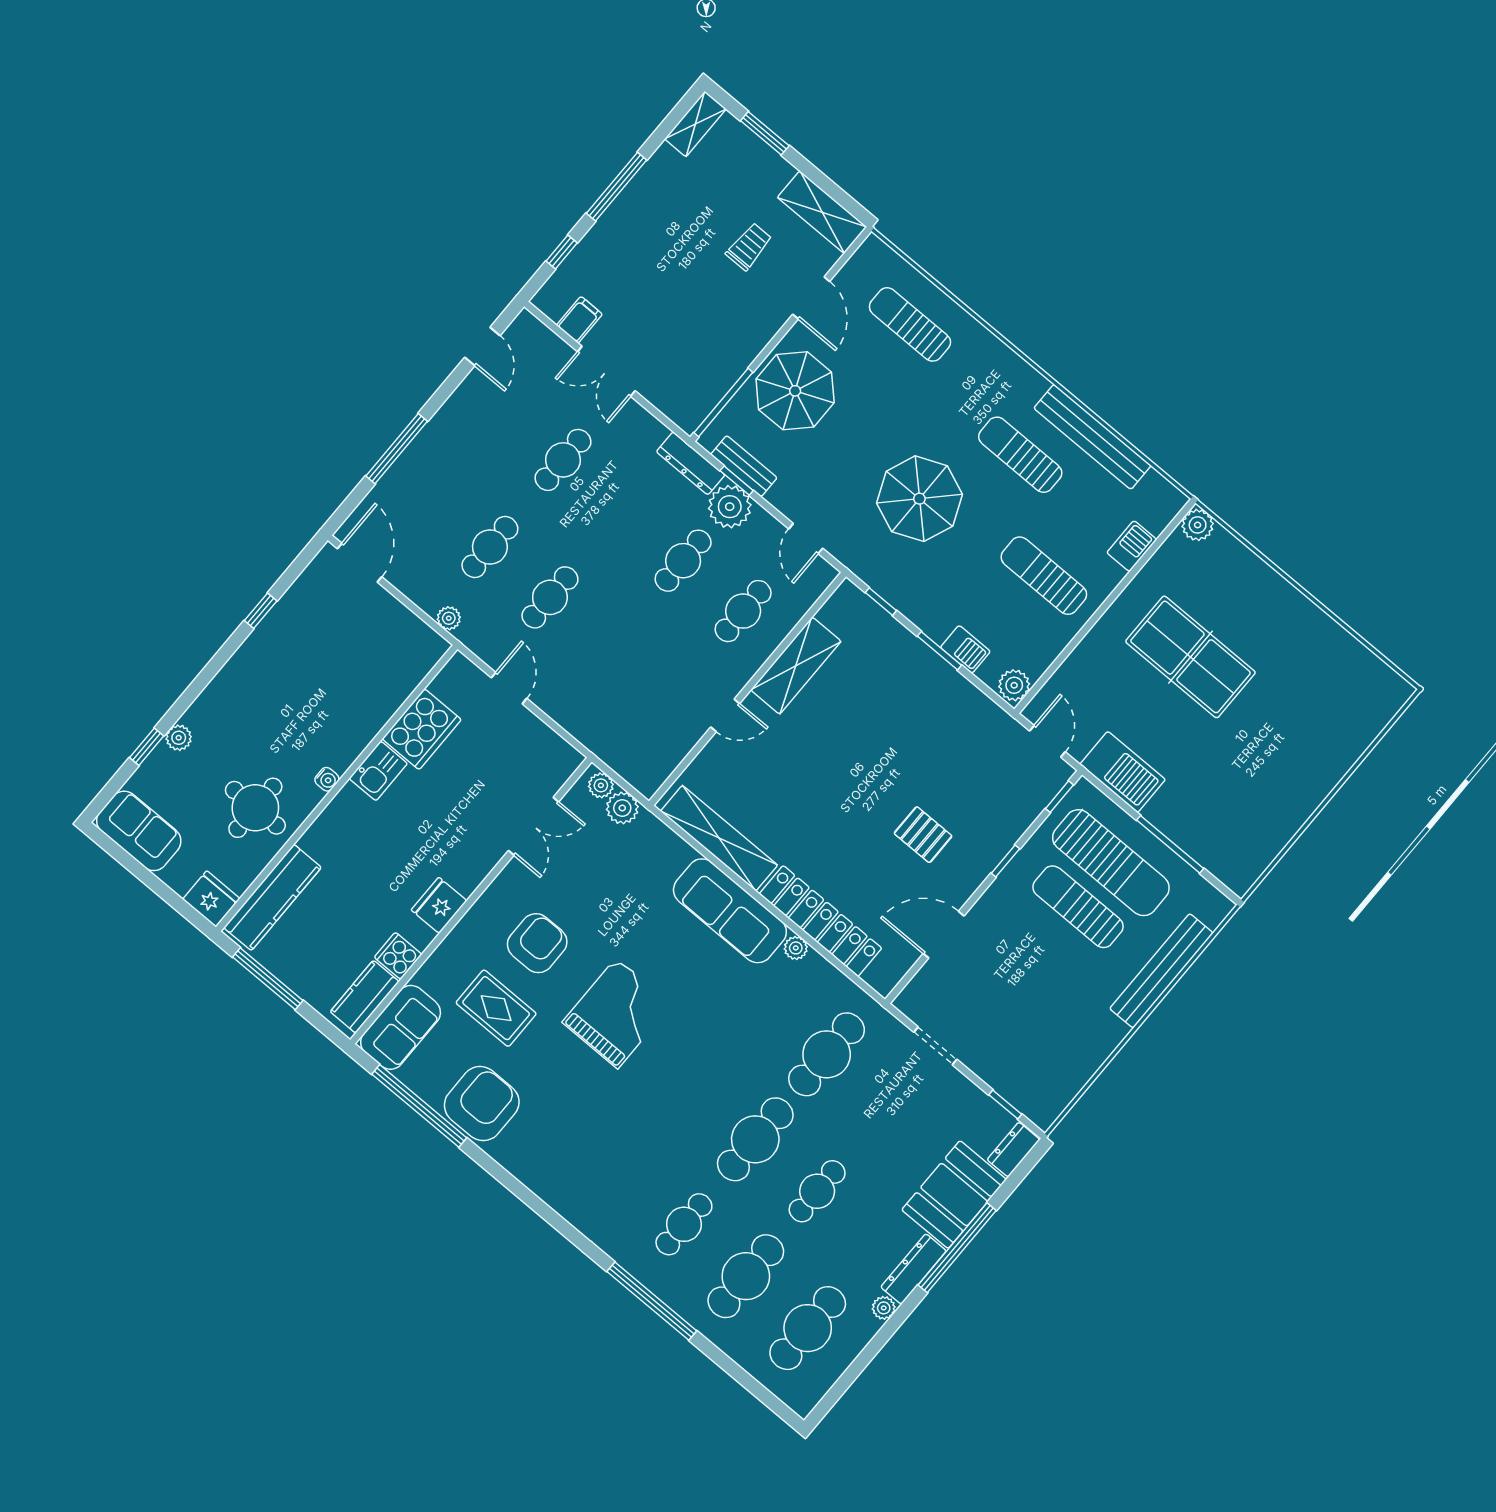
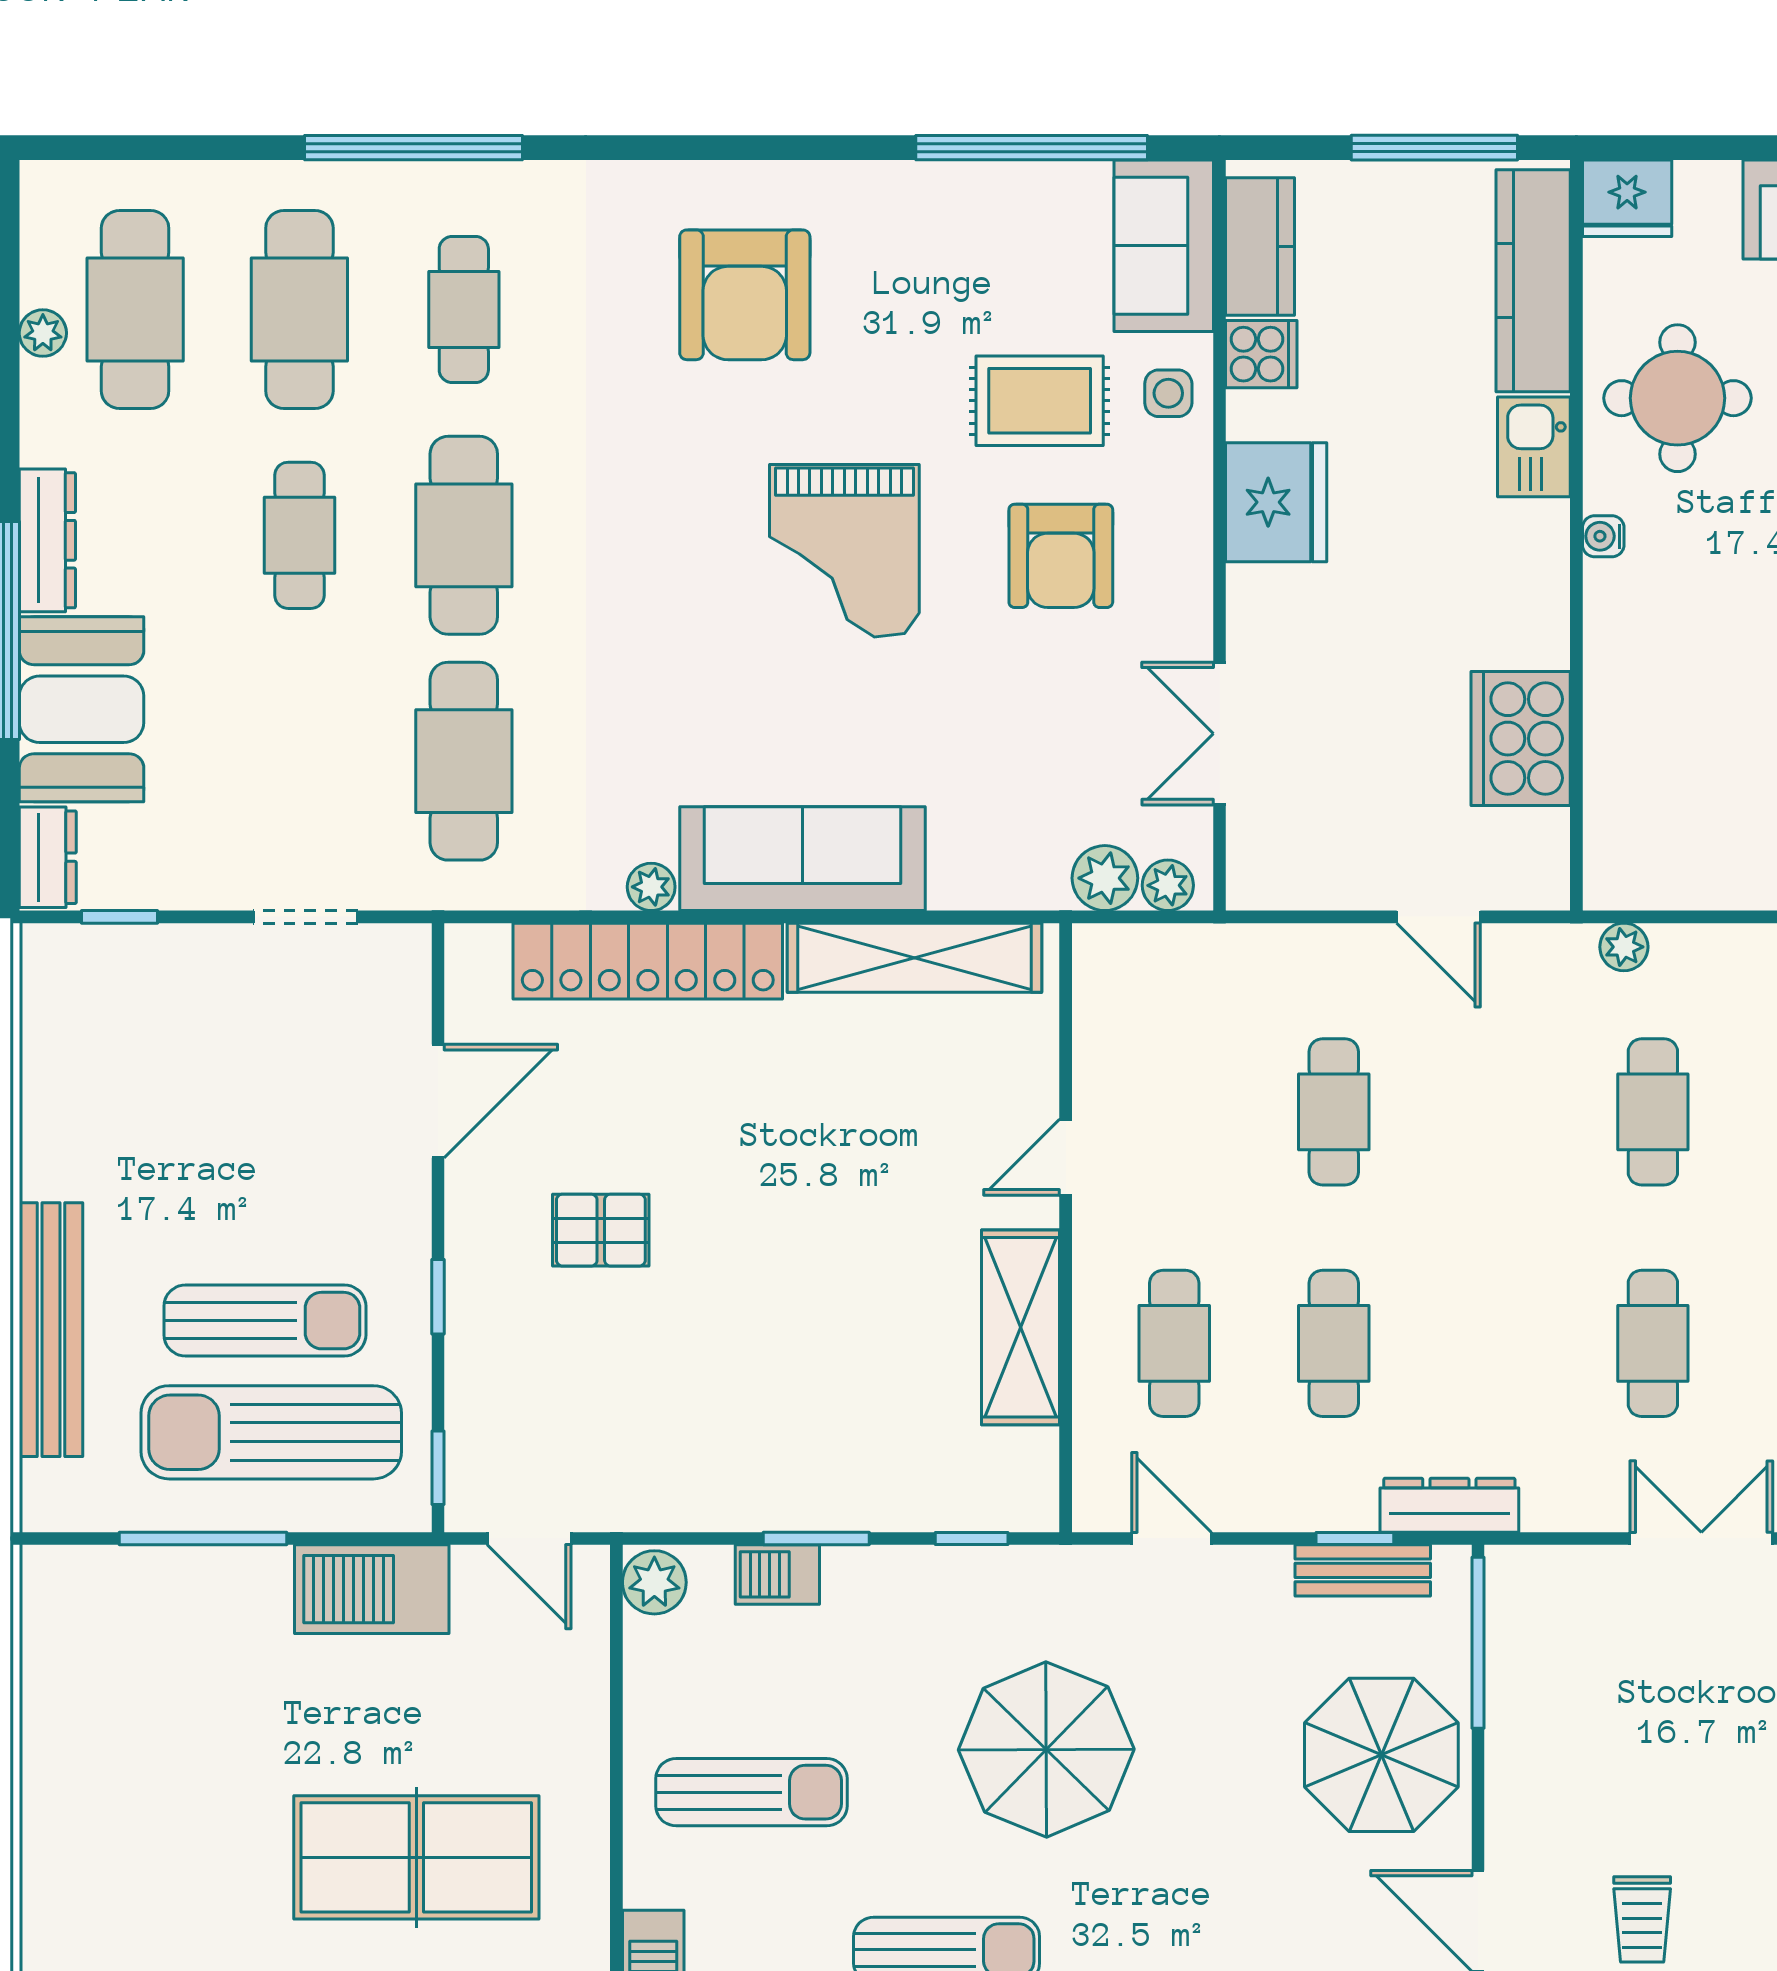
plant: (730, 507) -> (1332, 1489), removed
cafe table: (550, 597) -> (1334, 1112), moved
kitchen sink: (378, 771) -> (1534, 447), moved
fridge: (439, 905) -> (1276, 502), width x1.36, depth x1.34
side table: (445, 970) -> (1168, 393), added
armchair: (482, 1104) -> (745, 295), moved
plant: (884, 1308) -> (43, 333), moved

